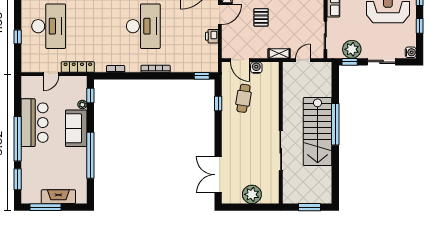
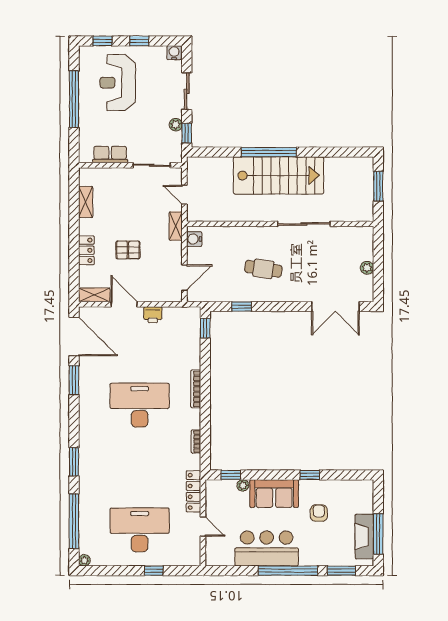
plant: (352, 49) -> (176, 125), width x0.53, depth x0.53
water cooler: (256, 68) -> (194, 239), moved
cafe table: (243, 98) -> (263, 269), moved
window: (90, 155) -> (310, 475), width x0.32
armchair: (61, 162) -> (319, 513), added
plant: (252, 194) -> (367, 268), width x0.53, depth x0.53
fireplace: (58, 197) -> (364, 537), moved

